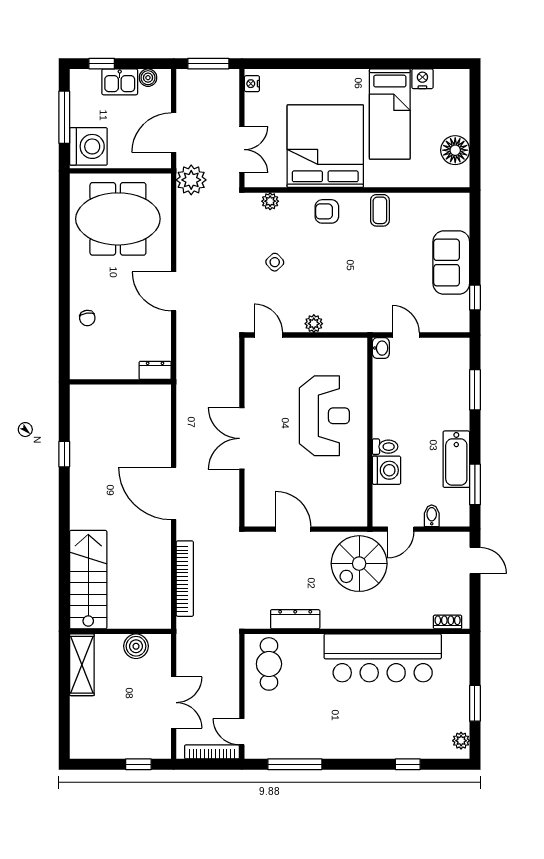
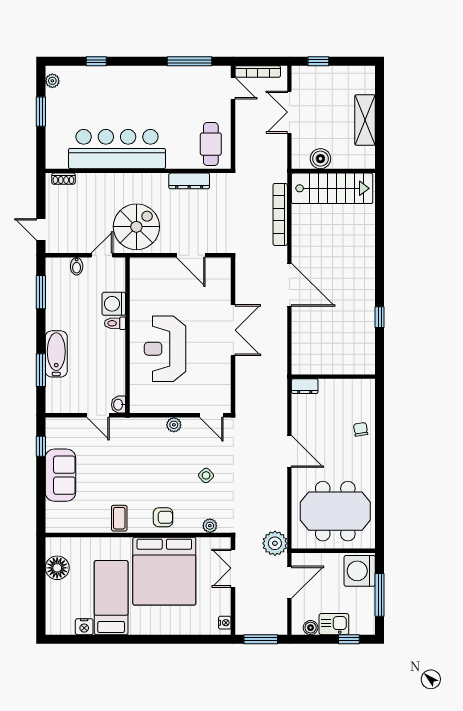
bathtub: (456, 459) -> (56, 354), moved
stairs: (88, 580) -> (332, 188), moved, turned -90
shelving: (82, 665) -> (365, 120), moved

